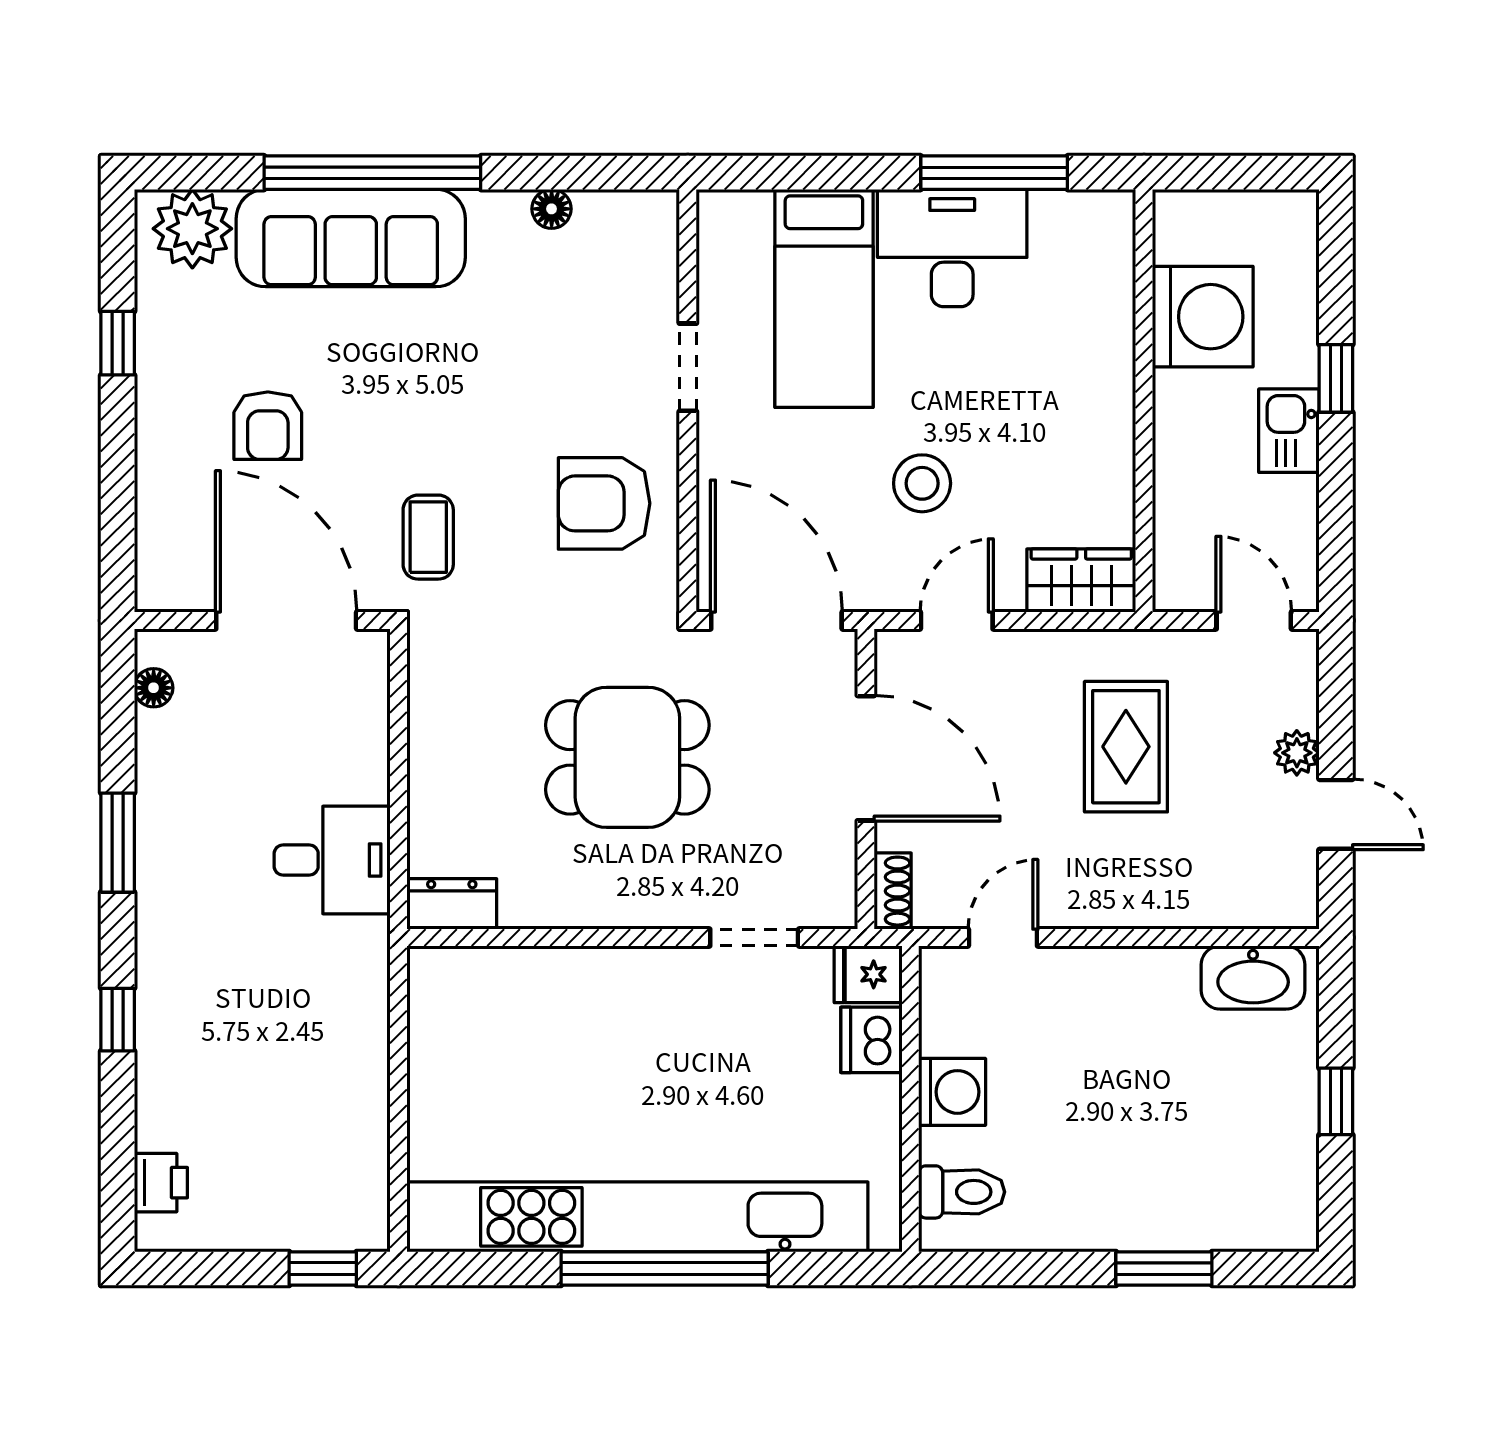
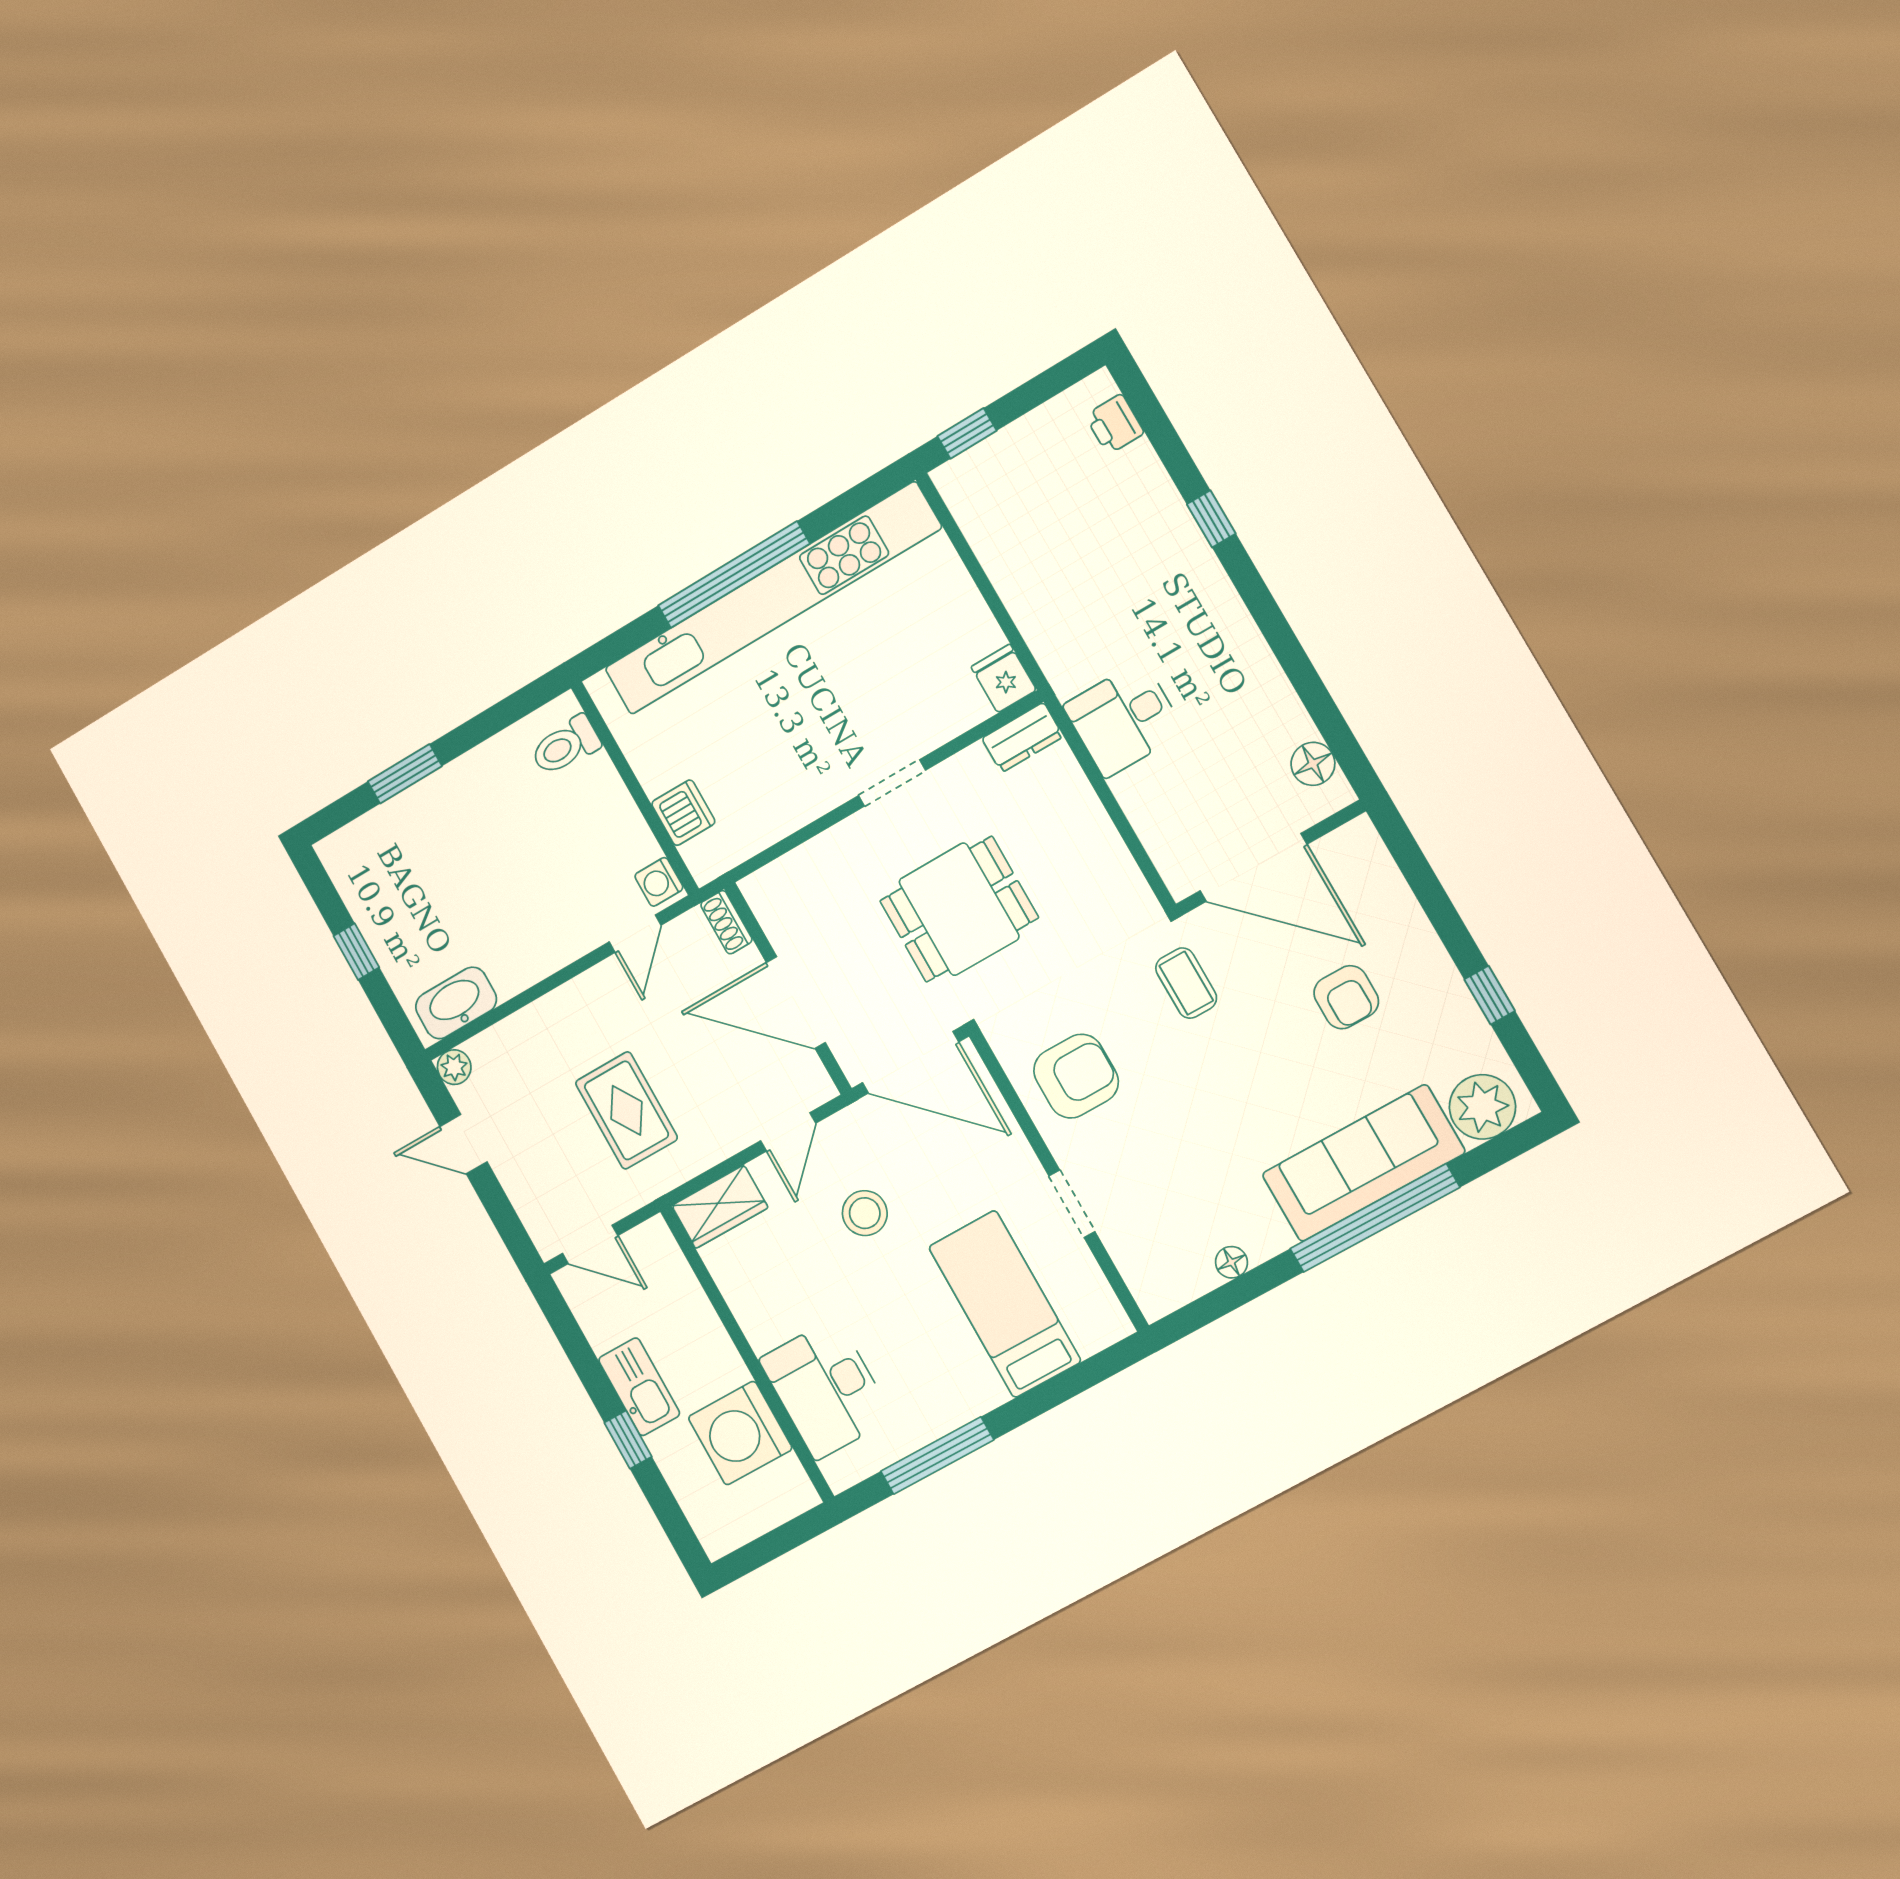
desk: (952, 248) -> (826, 1389), moved, turned 90
armchair: (268, 426) -> (1346, 997), turned 180
kitchen sink: (1289, 431) -> (639, 1387), width x1.38
floor lamp: (154, 688) -> (1313, 764), width x1.37, depth x1.37
plant: (1297, 753) -> (454, 1067), moved
window: (118, 843) -> (1283, 642), removed
doorway: (754, 938) -> (892, 783), moved
fridge: (868, 974) -> (1004, 678), moved, turned -90
washing machine: (952, 1092) -> (659, 882), moved, width x0.73, depth x0.73

